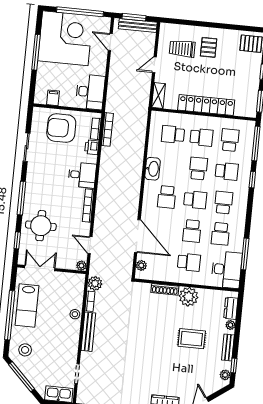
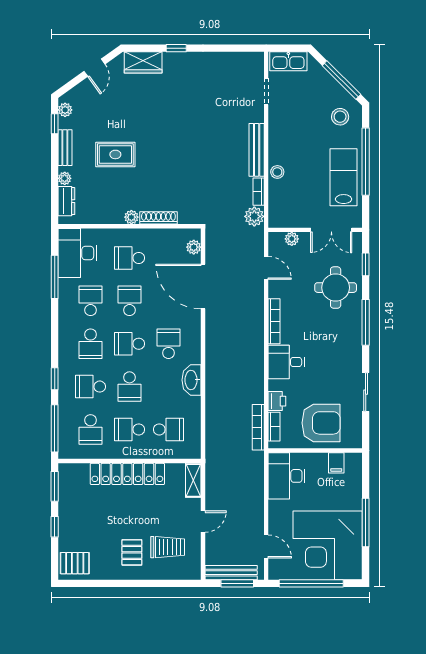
plant: (81, 266) -> (292, 239), moved
plant: (189, 297) -> (131, 217), width x0.53, depth x0.53

